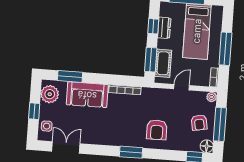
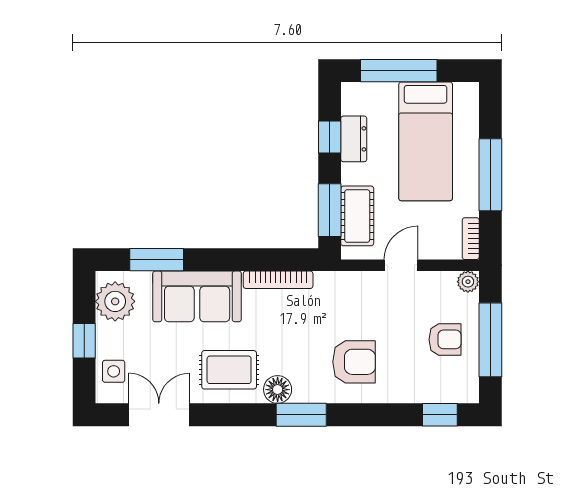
armchair: (199, 123) -> (445, 339), turned -80
rug: (99, 129) -> (229, 370), added
armchair: (157, 130) -> (354, 362), turned -90
floor lamp: (207, 146) -> (278, 390), moved

